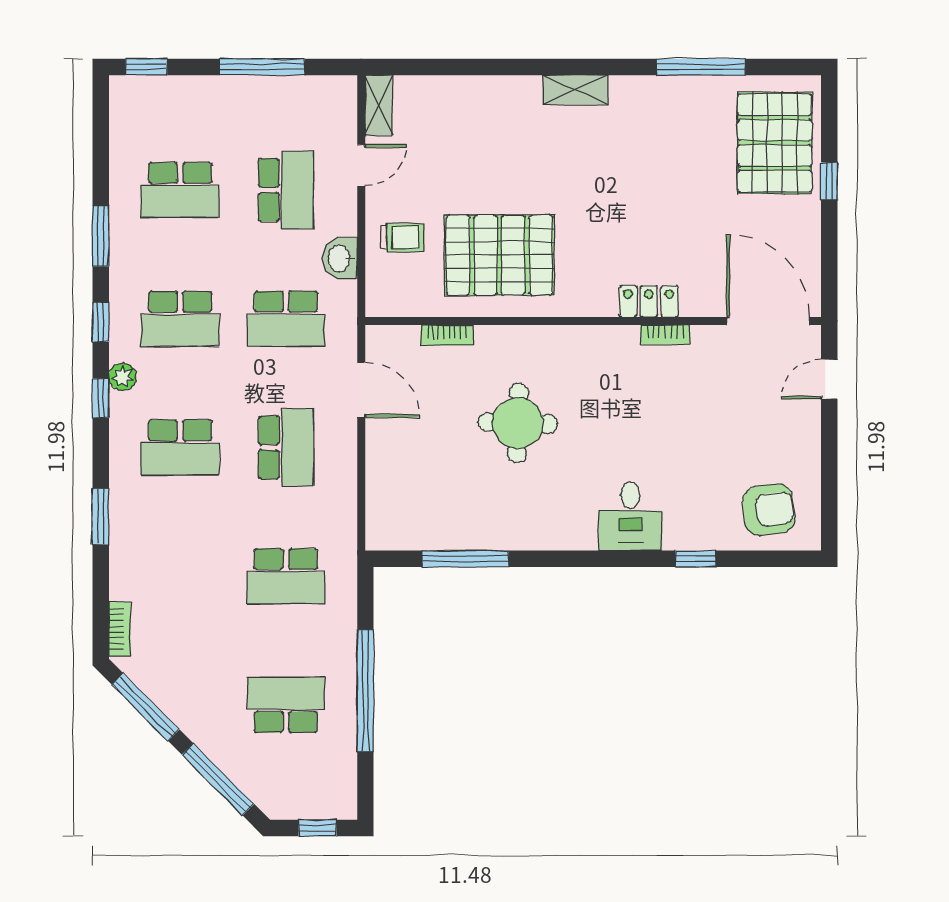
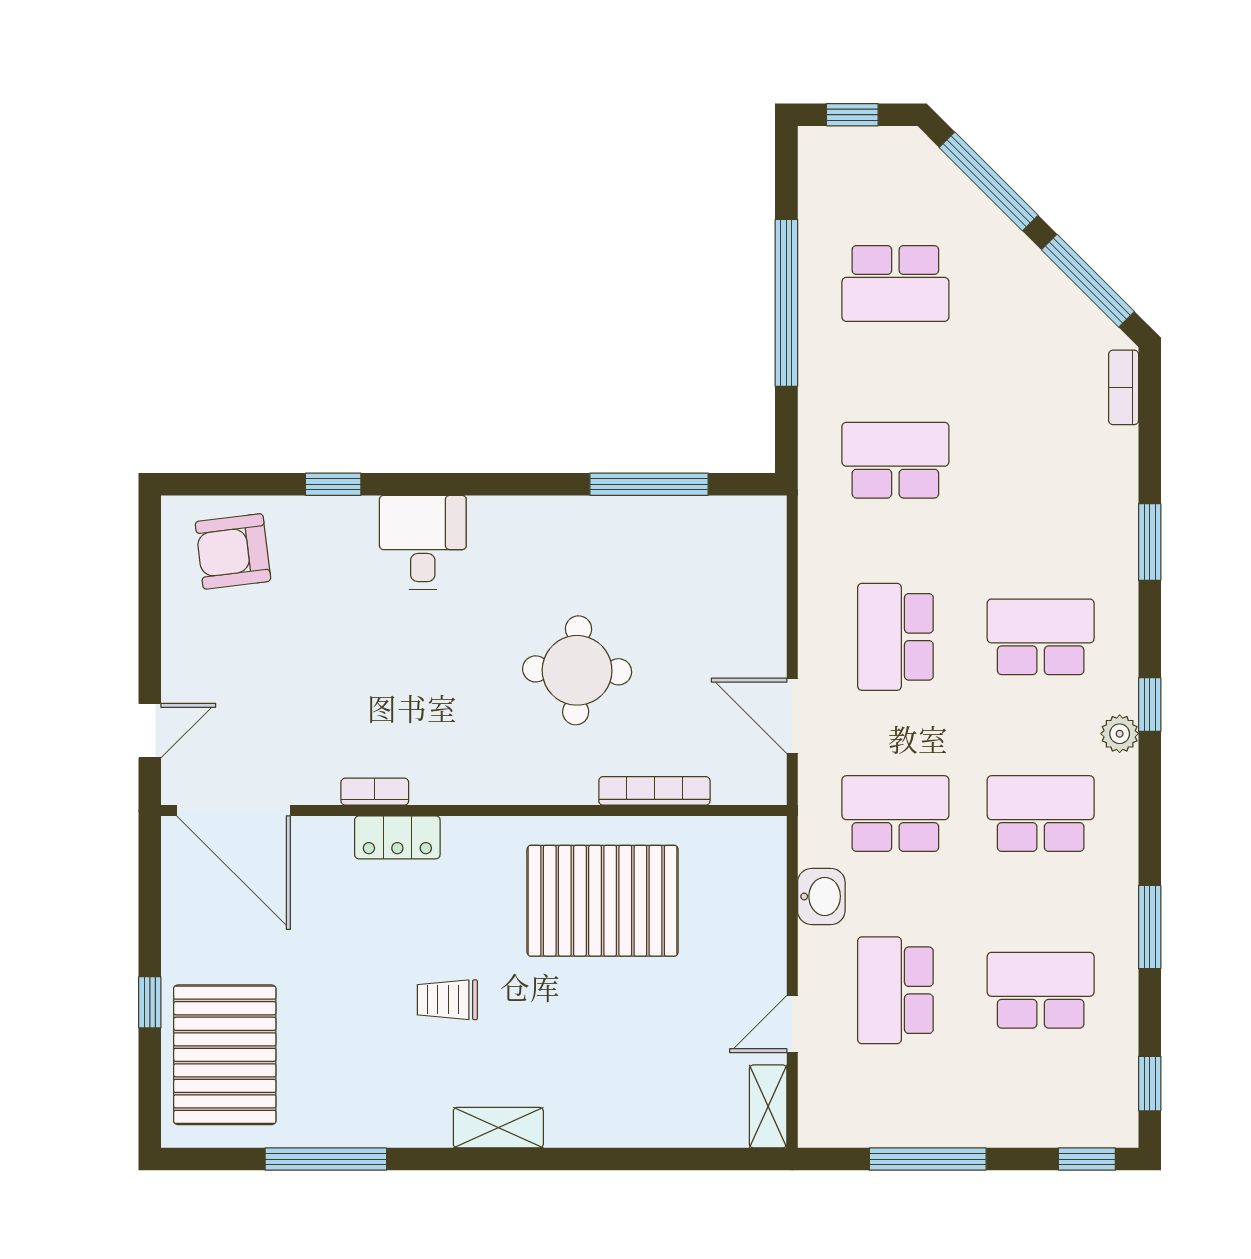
trolley: (402, 238) -> (447, 1000), moved
window: (101, 322) -> (1150, 1084), moved
bookcase: (447, 335) -> (654, 791), width x1.56

